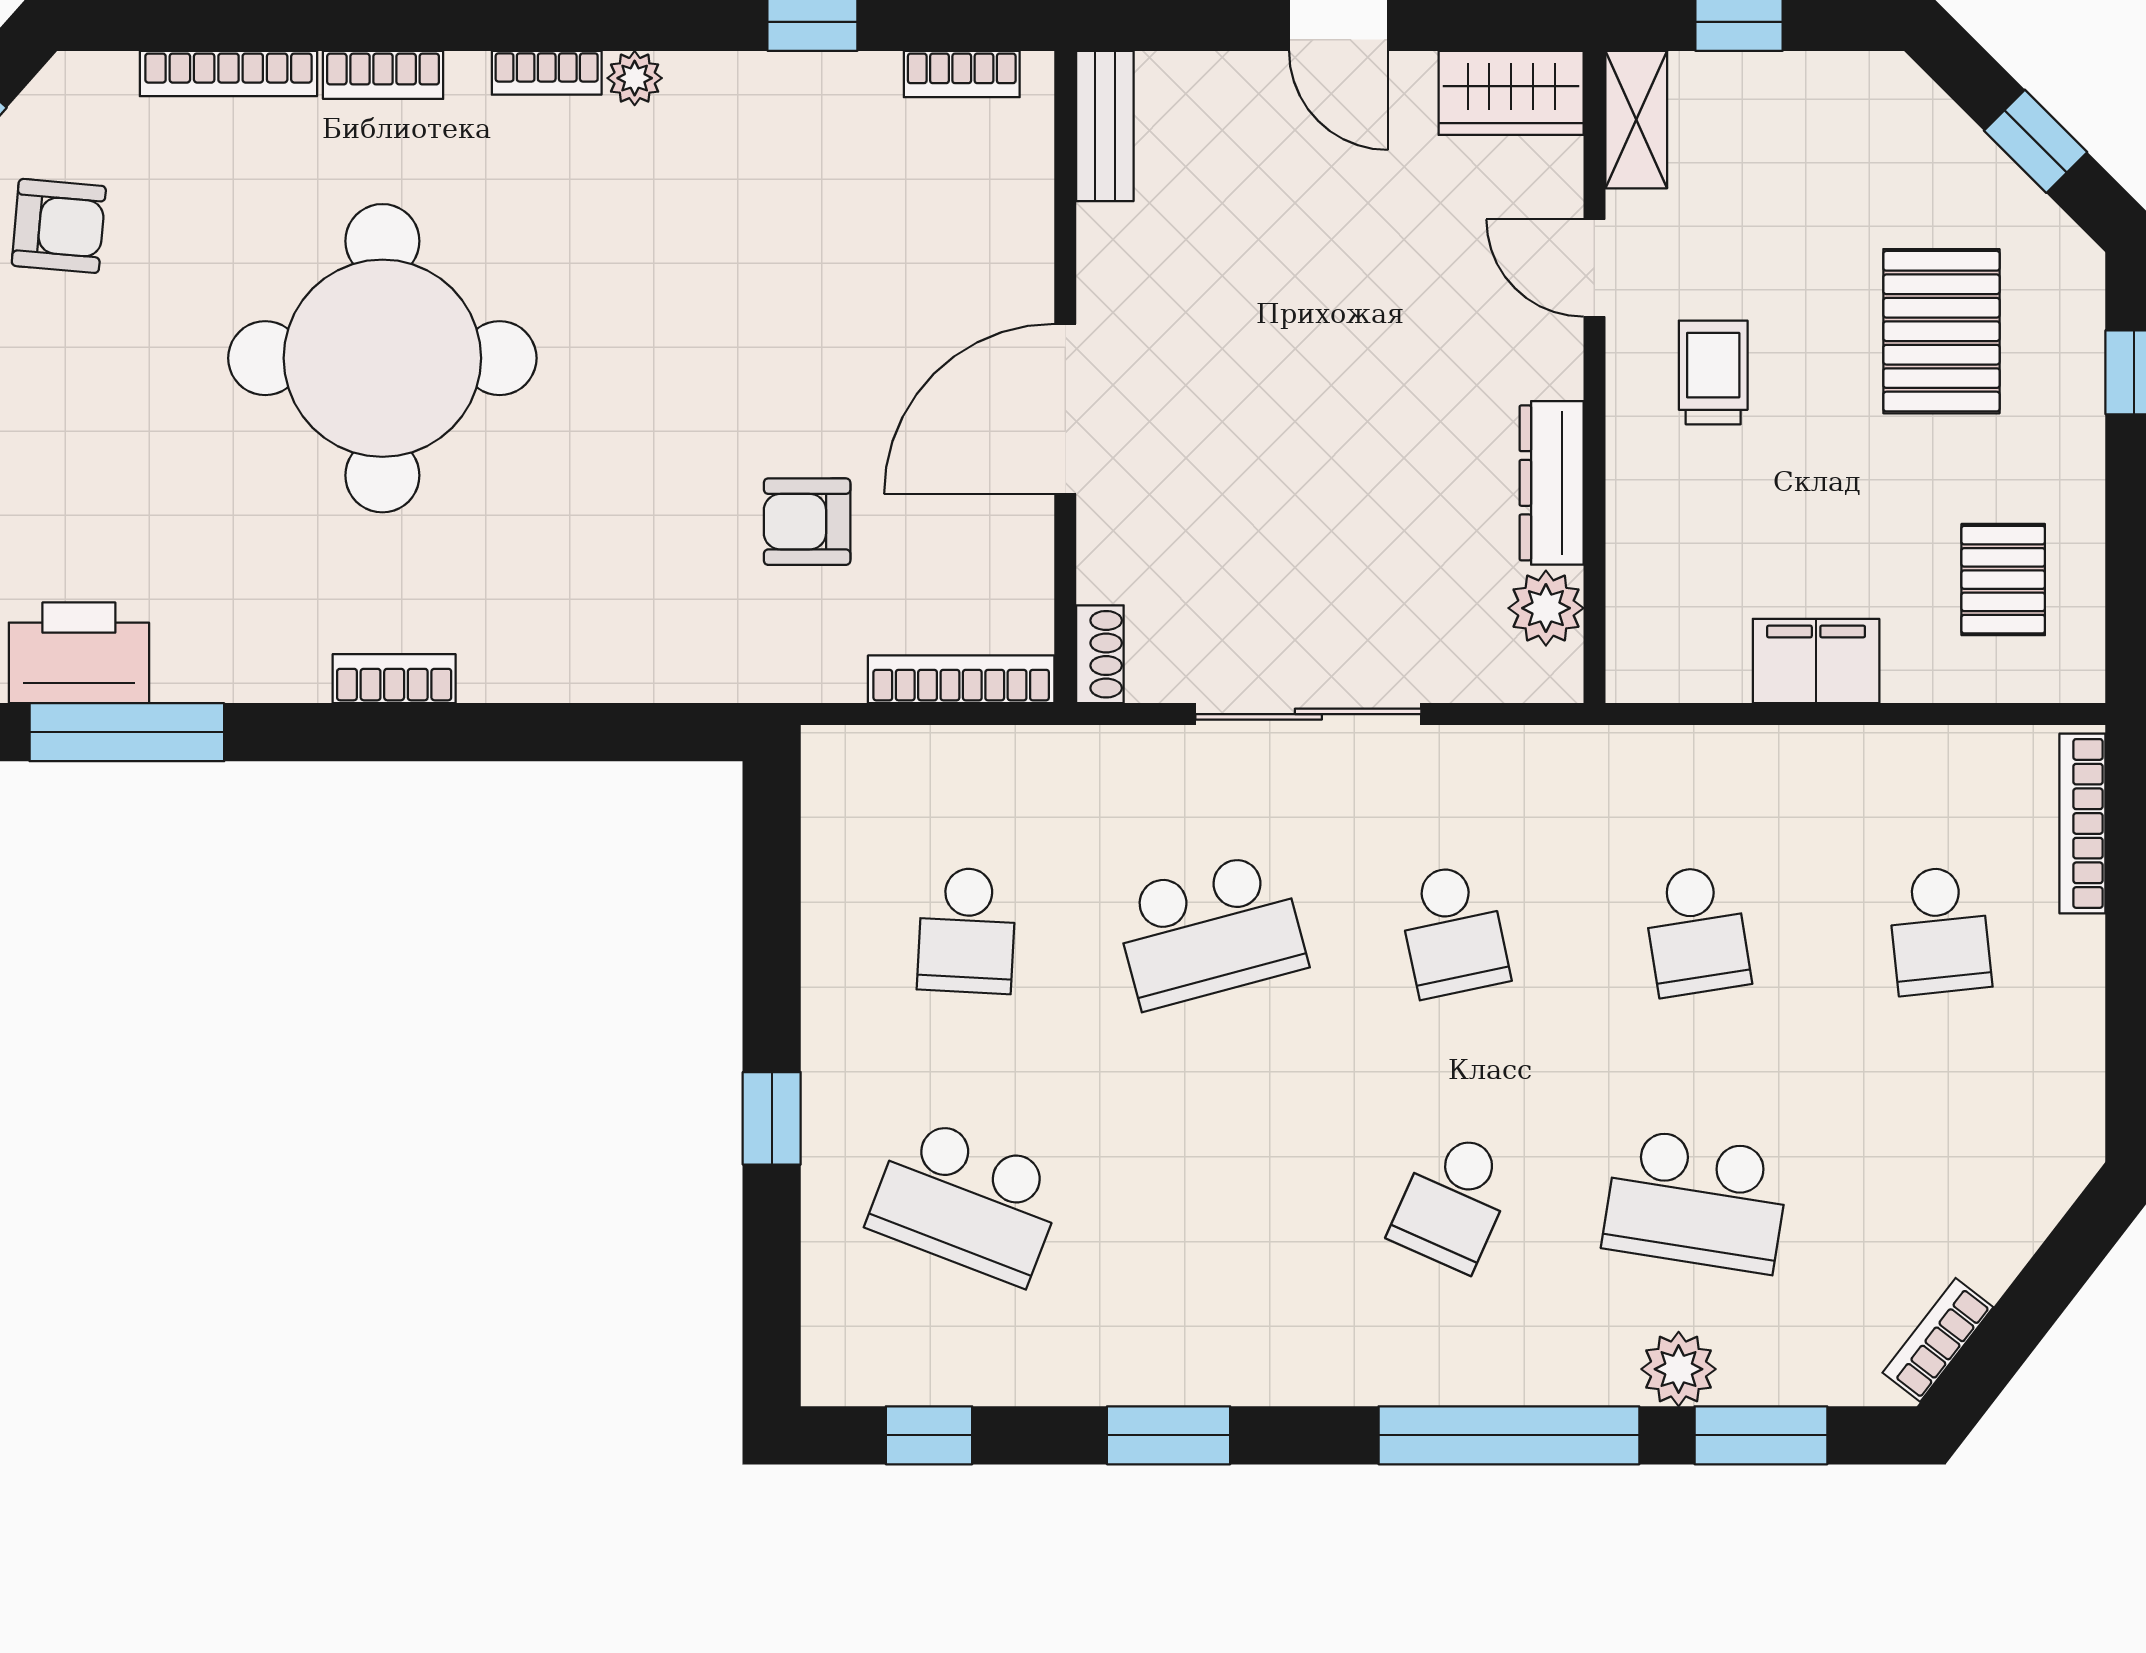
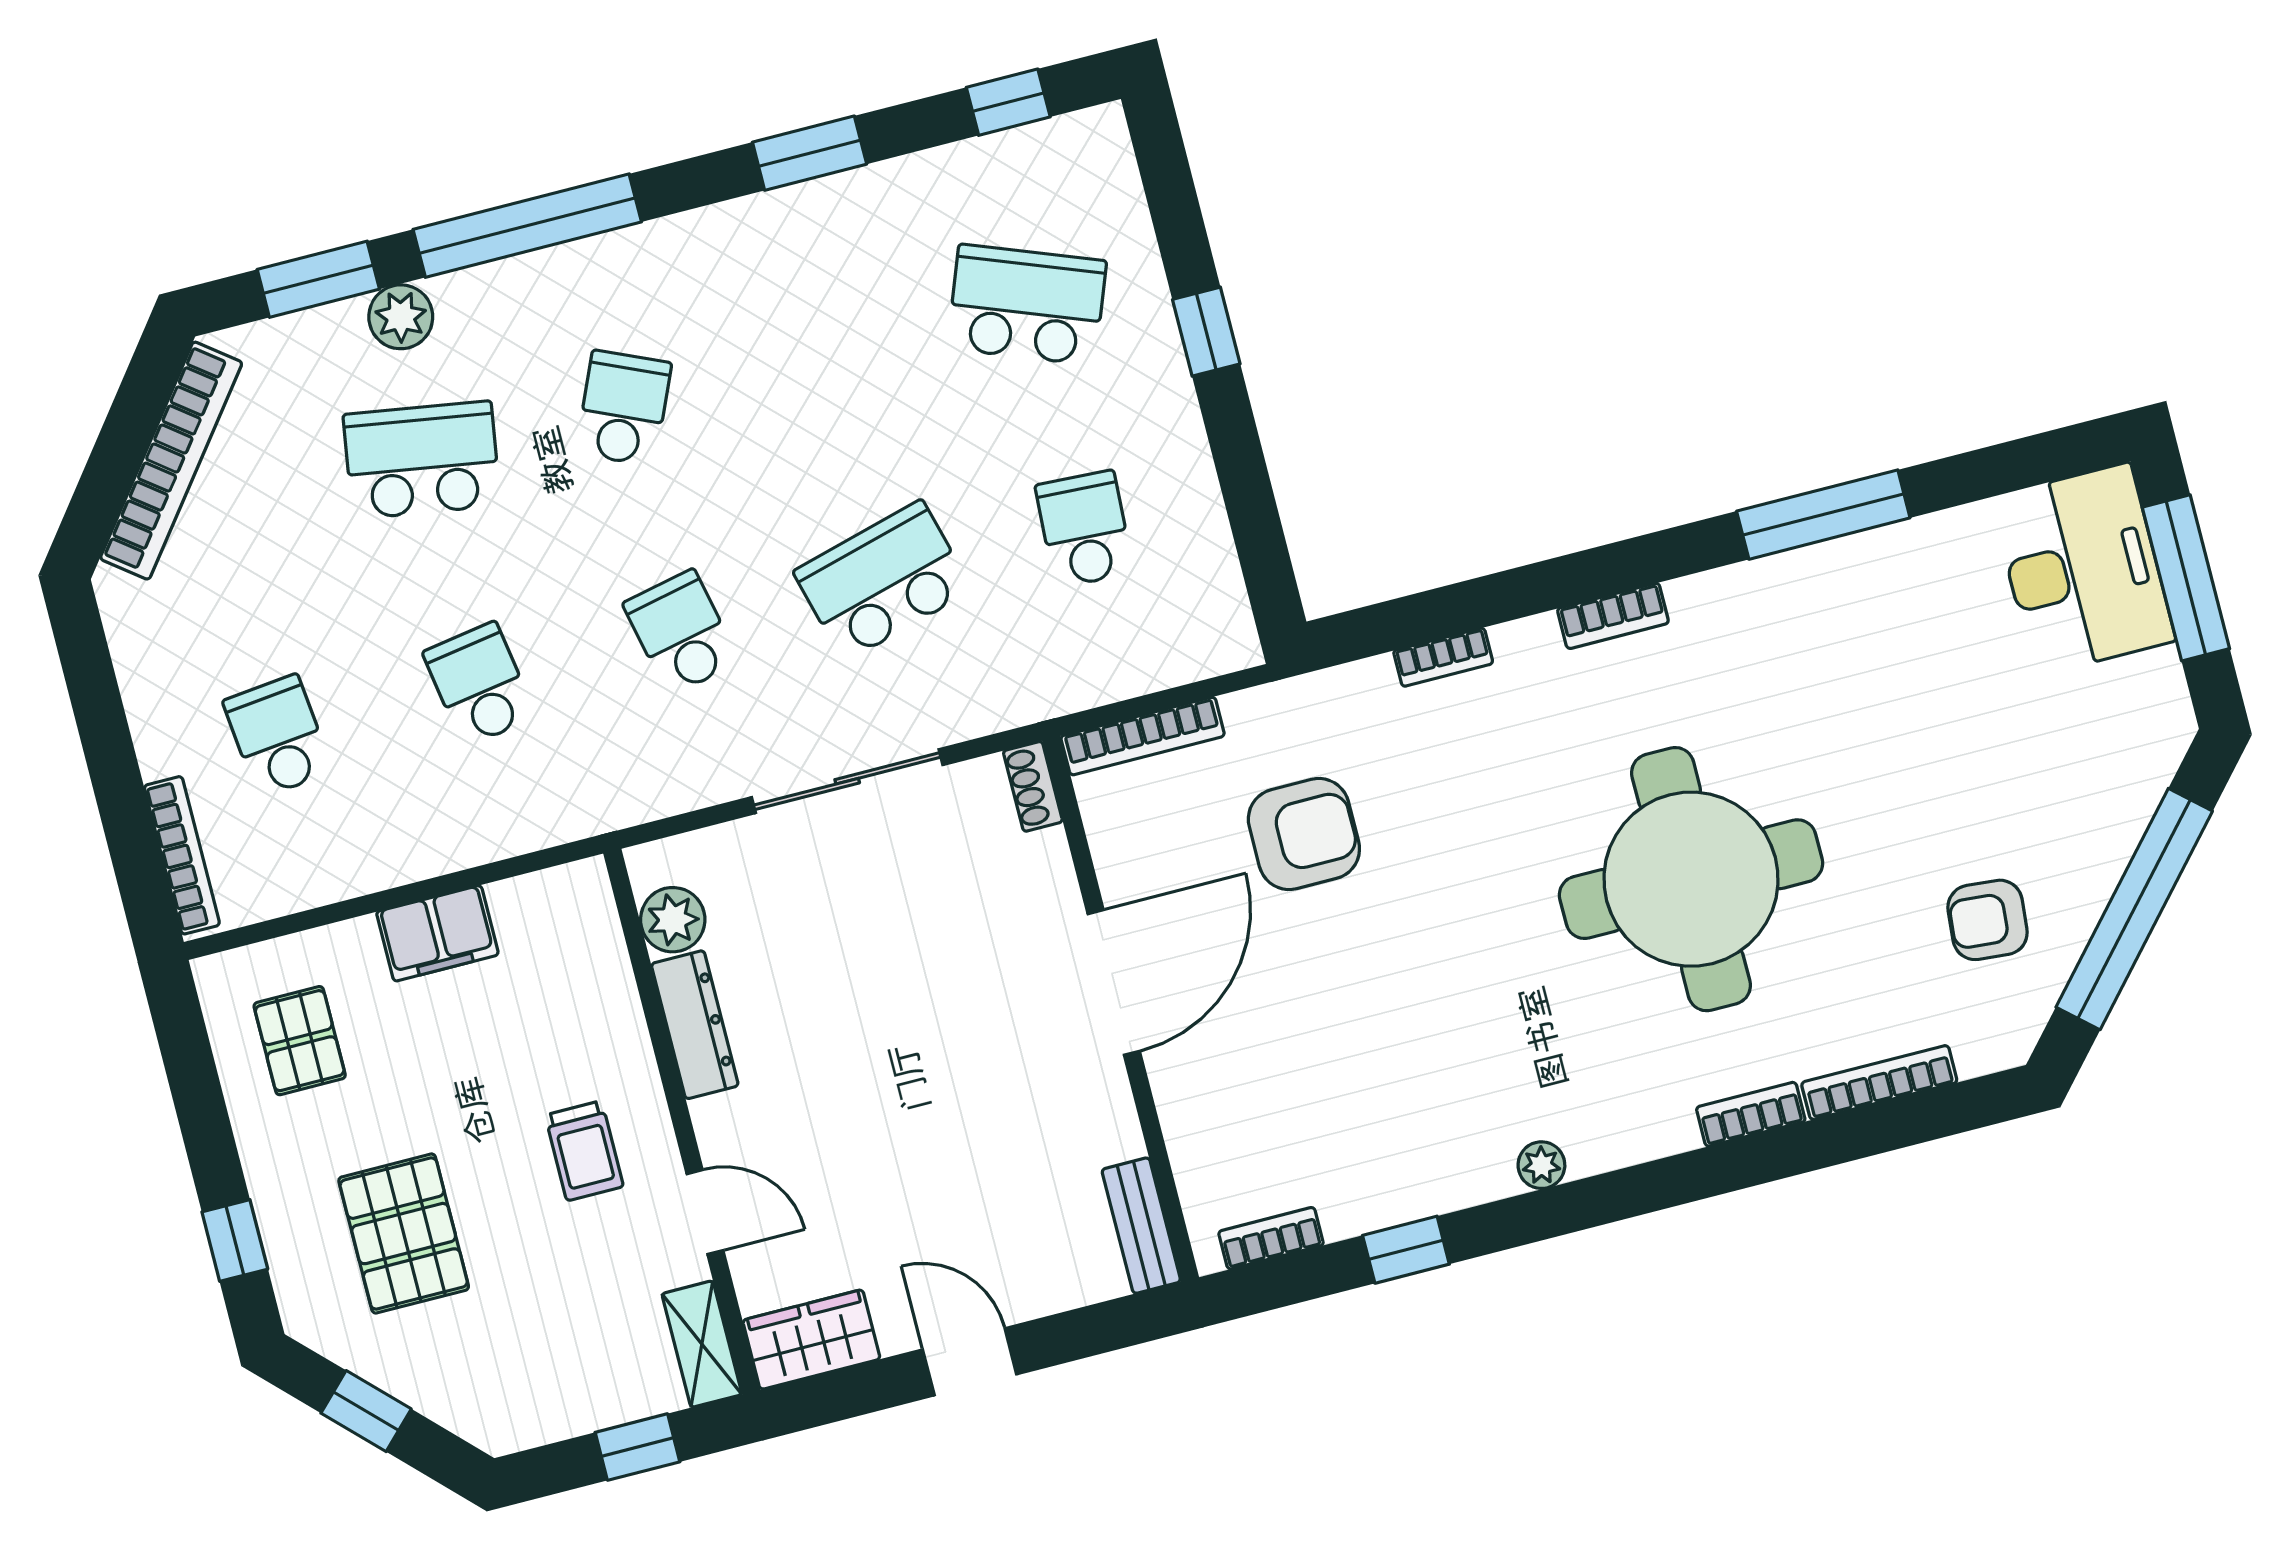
bookcase: (547, 73) -> (1443, 657), moved, turned 180
armchair: (807, 522) -> (1304, 834), width x1.38, depth x1.38
printer: (79, 653) -> (1880, 570), removed
bookcase: (1938, 1340) -> (171, 461), width x2.31, depth x1.31

